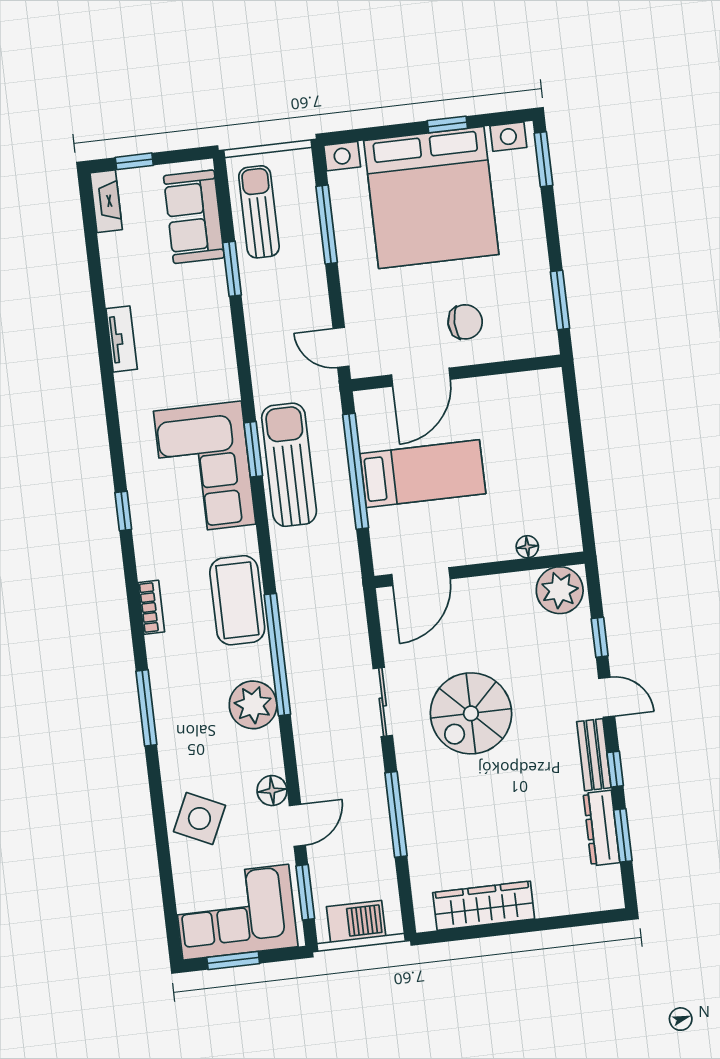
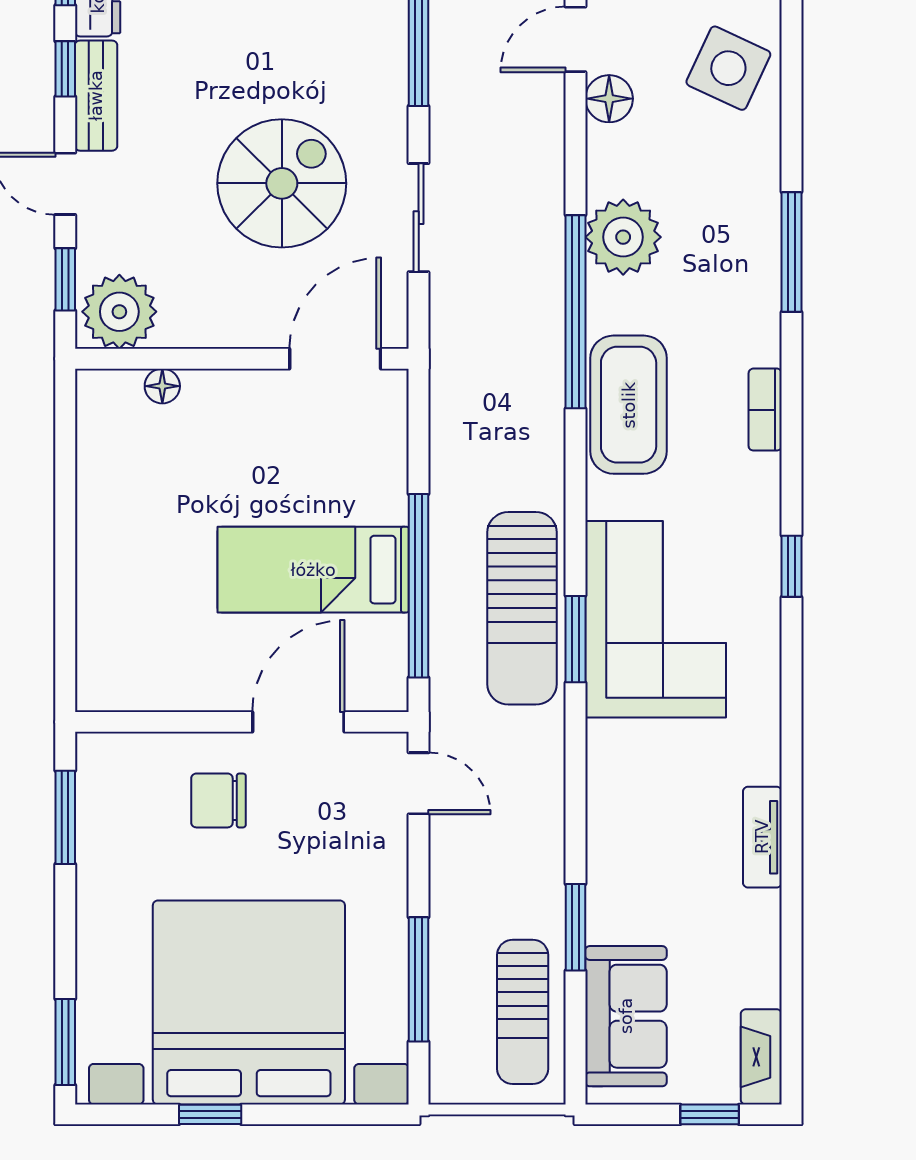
floor lamp: (527, 547) -> (162, 386), moved
wall: (479, 570) -> (242, 359), moved
door: (421, 577) -> (335, 359), moved
plant: (560, 590) -> (119, 312), moved

